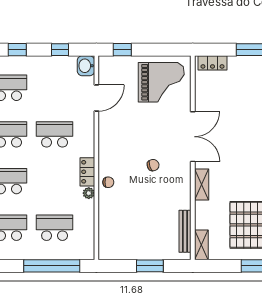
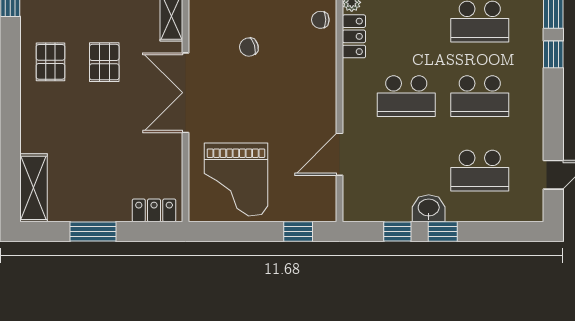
window: (17, 50) -> (443, 232), moved
washbasin: (86, 66) -> (429, 208), moved, turned -90
grand piano: (161, 82) -> (236, 179), turned -90
pallet: (244, 156) -> (104, 62), added

